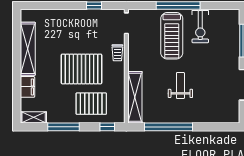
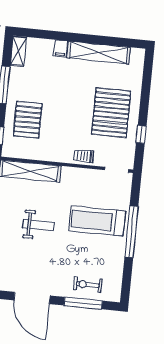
exercise bike: (200, 27) -> (88, 285), moved, width x0.73, depth x0.72
pallet: (81, 69) -> (111, 113), moved
filing cabinet: (28, 87) -> (61, 48), width x0.50

